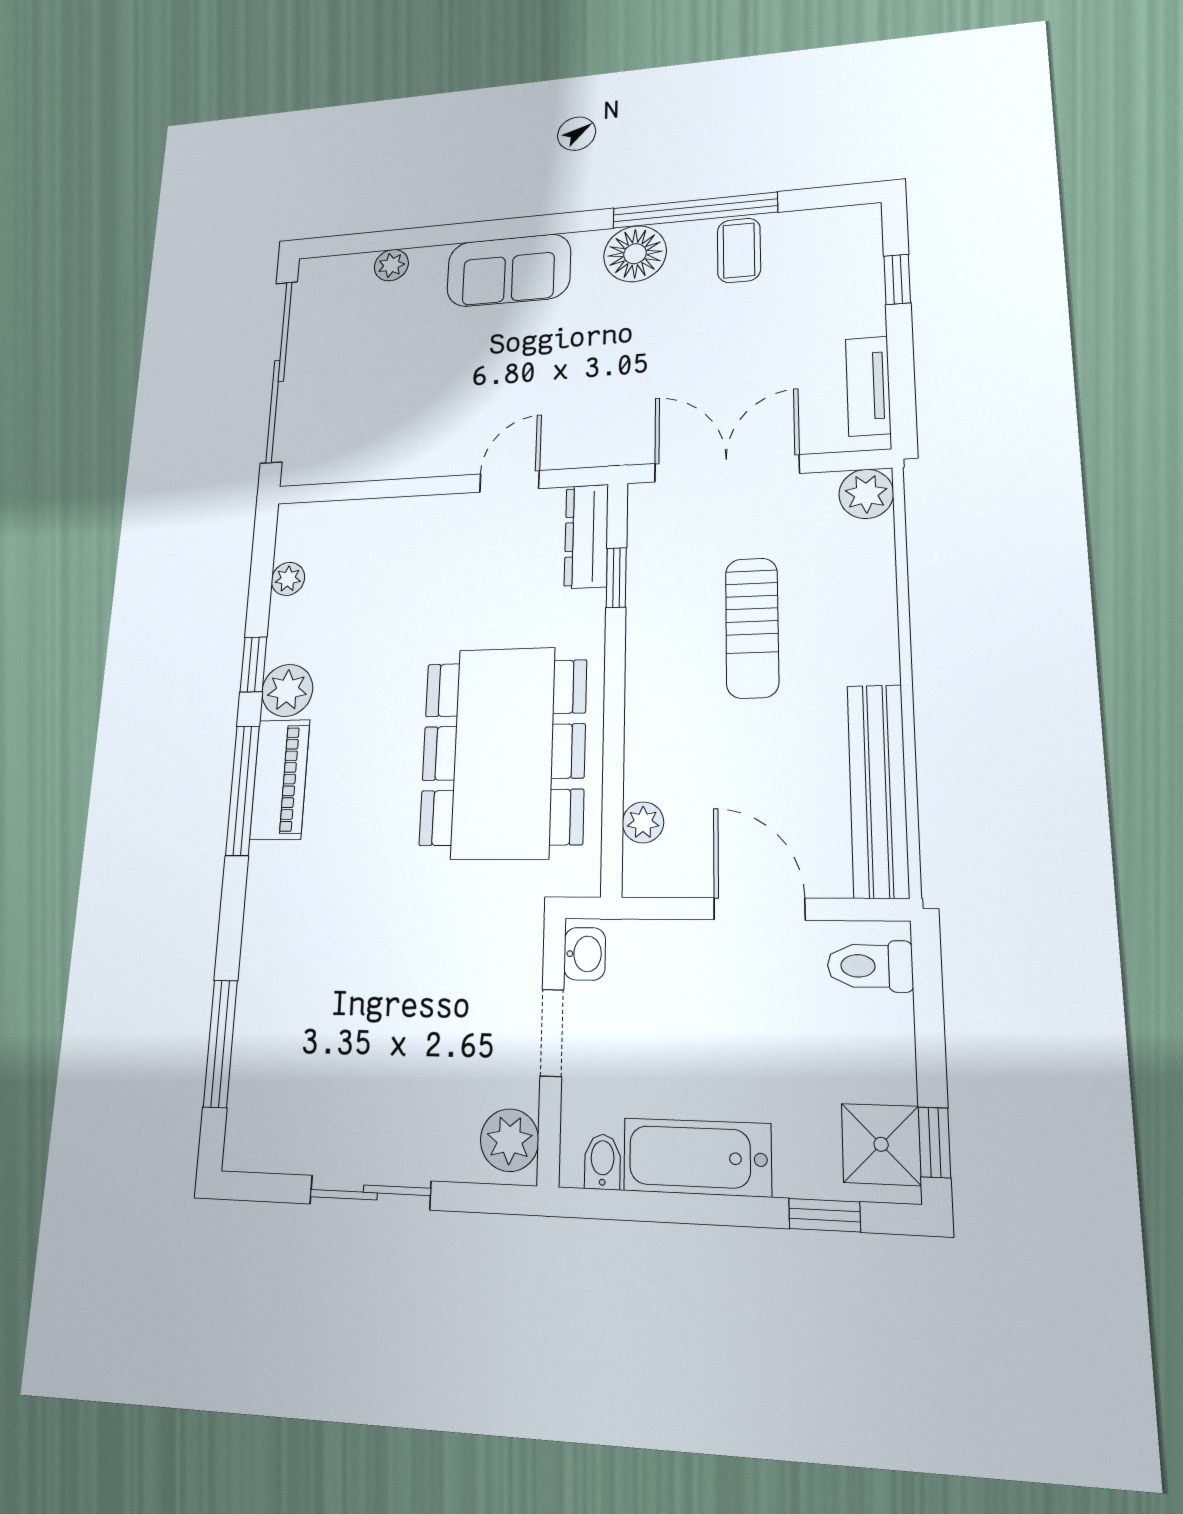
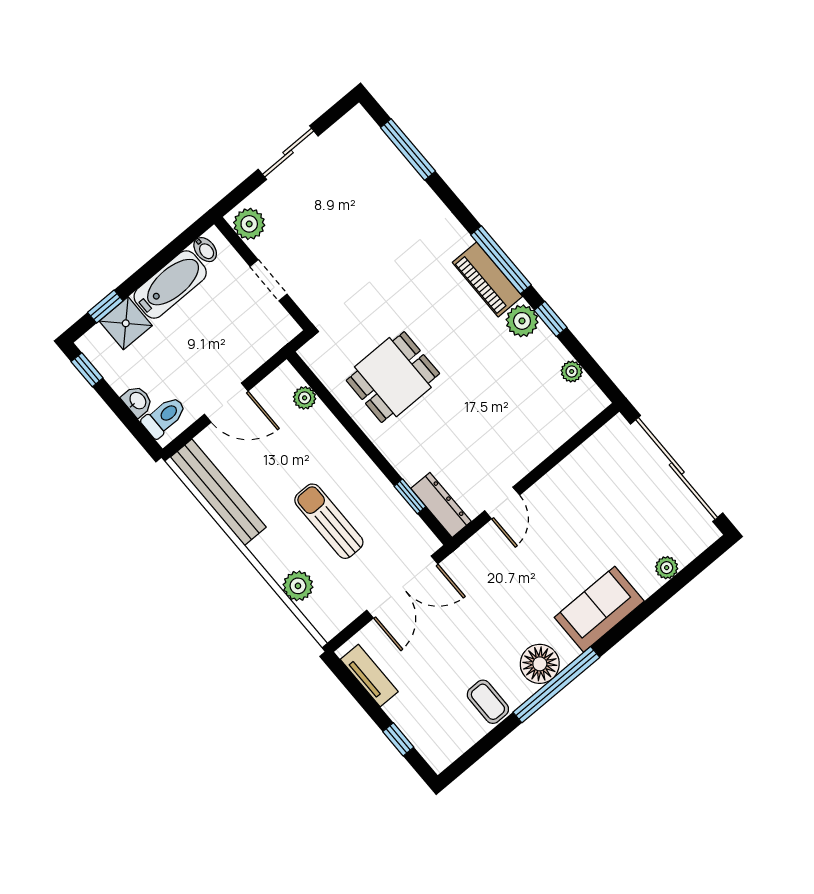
window: (695, 210) -> (556, 685), moved
plant: (866, 494) -> (298, 586), moved
dining table: (503, 752) -> (393, 377), width x0.53, depth x0.80
washbasin: (585, 954) -> (137, 401), moved, turned 180
shower: (881, 1144) -> (126, 323), moved

